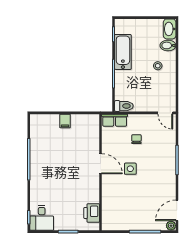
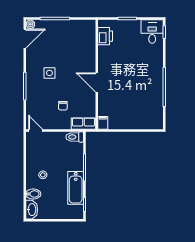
filing cabinet: (65, 121) -> (103, 123), moved
side table: (130, 169) -> (49, 73), moved

